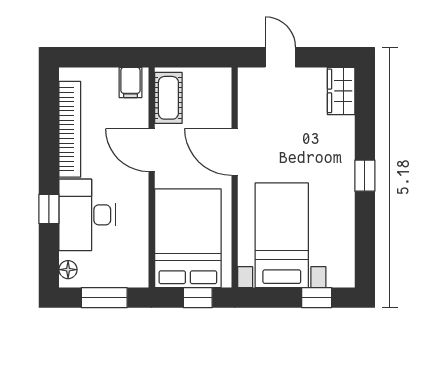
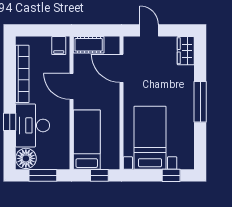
cot: (168, 98) -> (89, 45), moved, turned 90
door: (235, 152) -> (122, 68), moved
window: (365, 176) -> (200, 102), width x2.17
bed: (188, 238) -> (87, 140), width x0.67
floor lamp: (68, 270) -> (26, 158), width x1.89, depth x1.89

